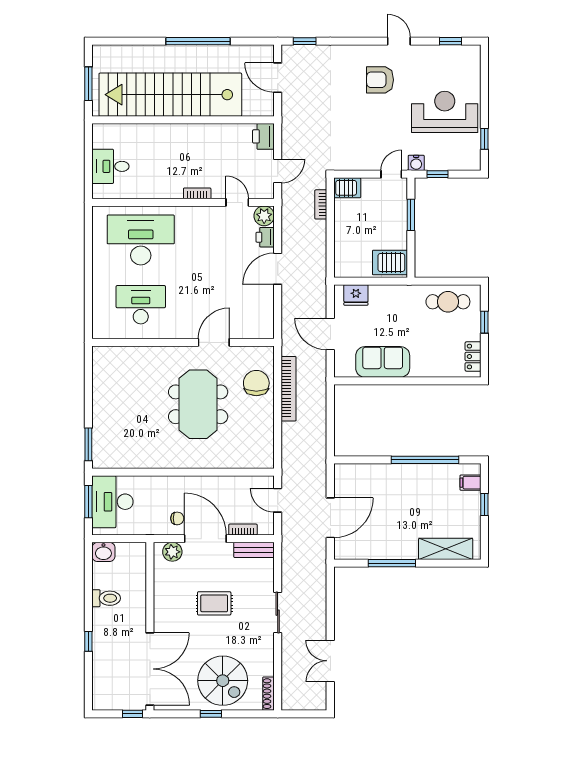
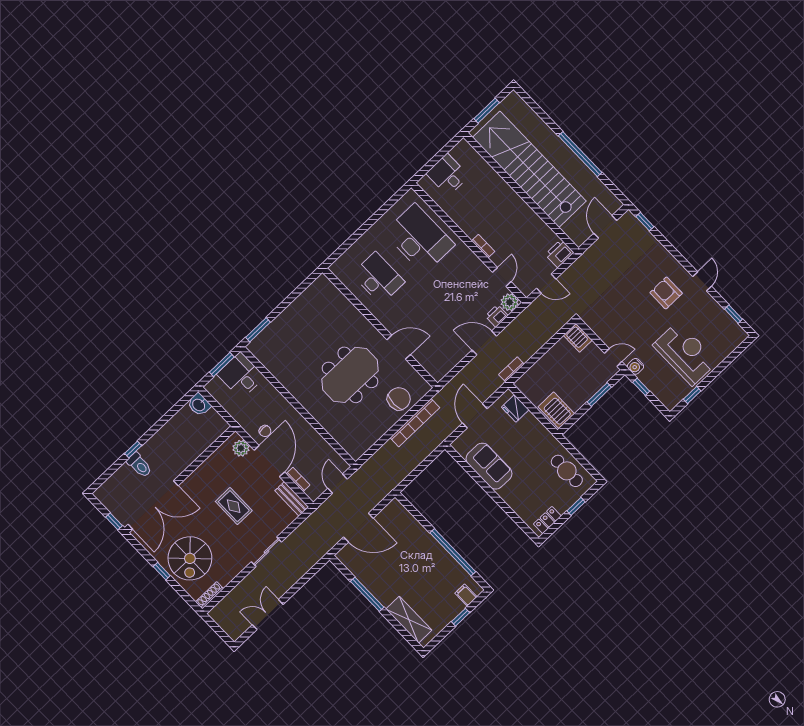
bookcase: (321, 204) -> (511, 369), moved
desk: (112, 502) -> (241, 376), width x0.73
toilet: (106, 598) -> (139, 465), moved

